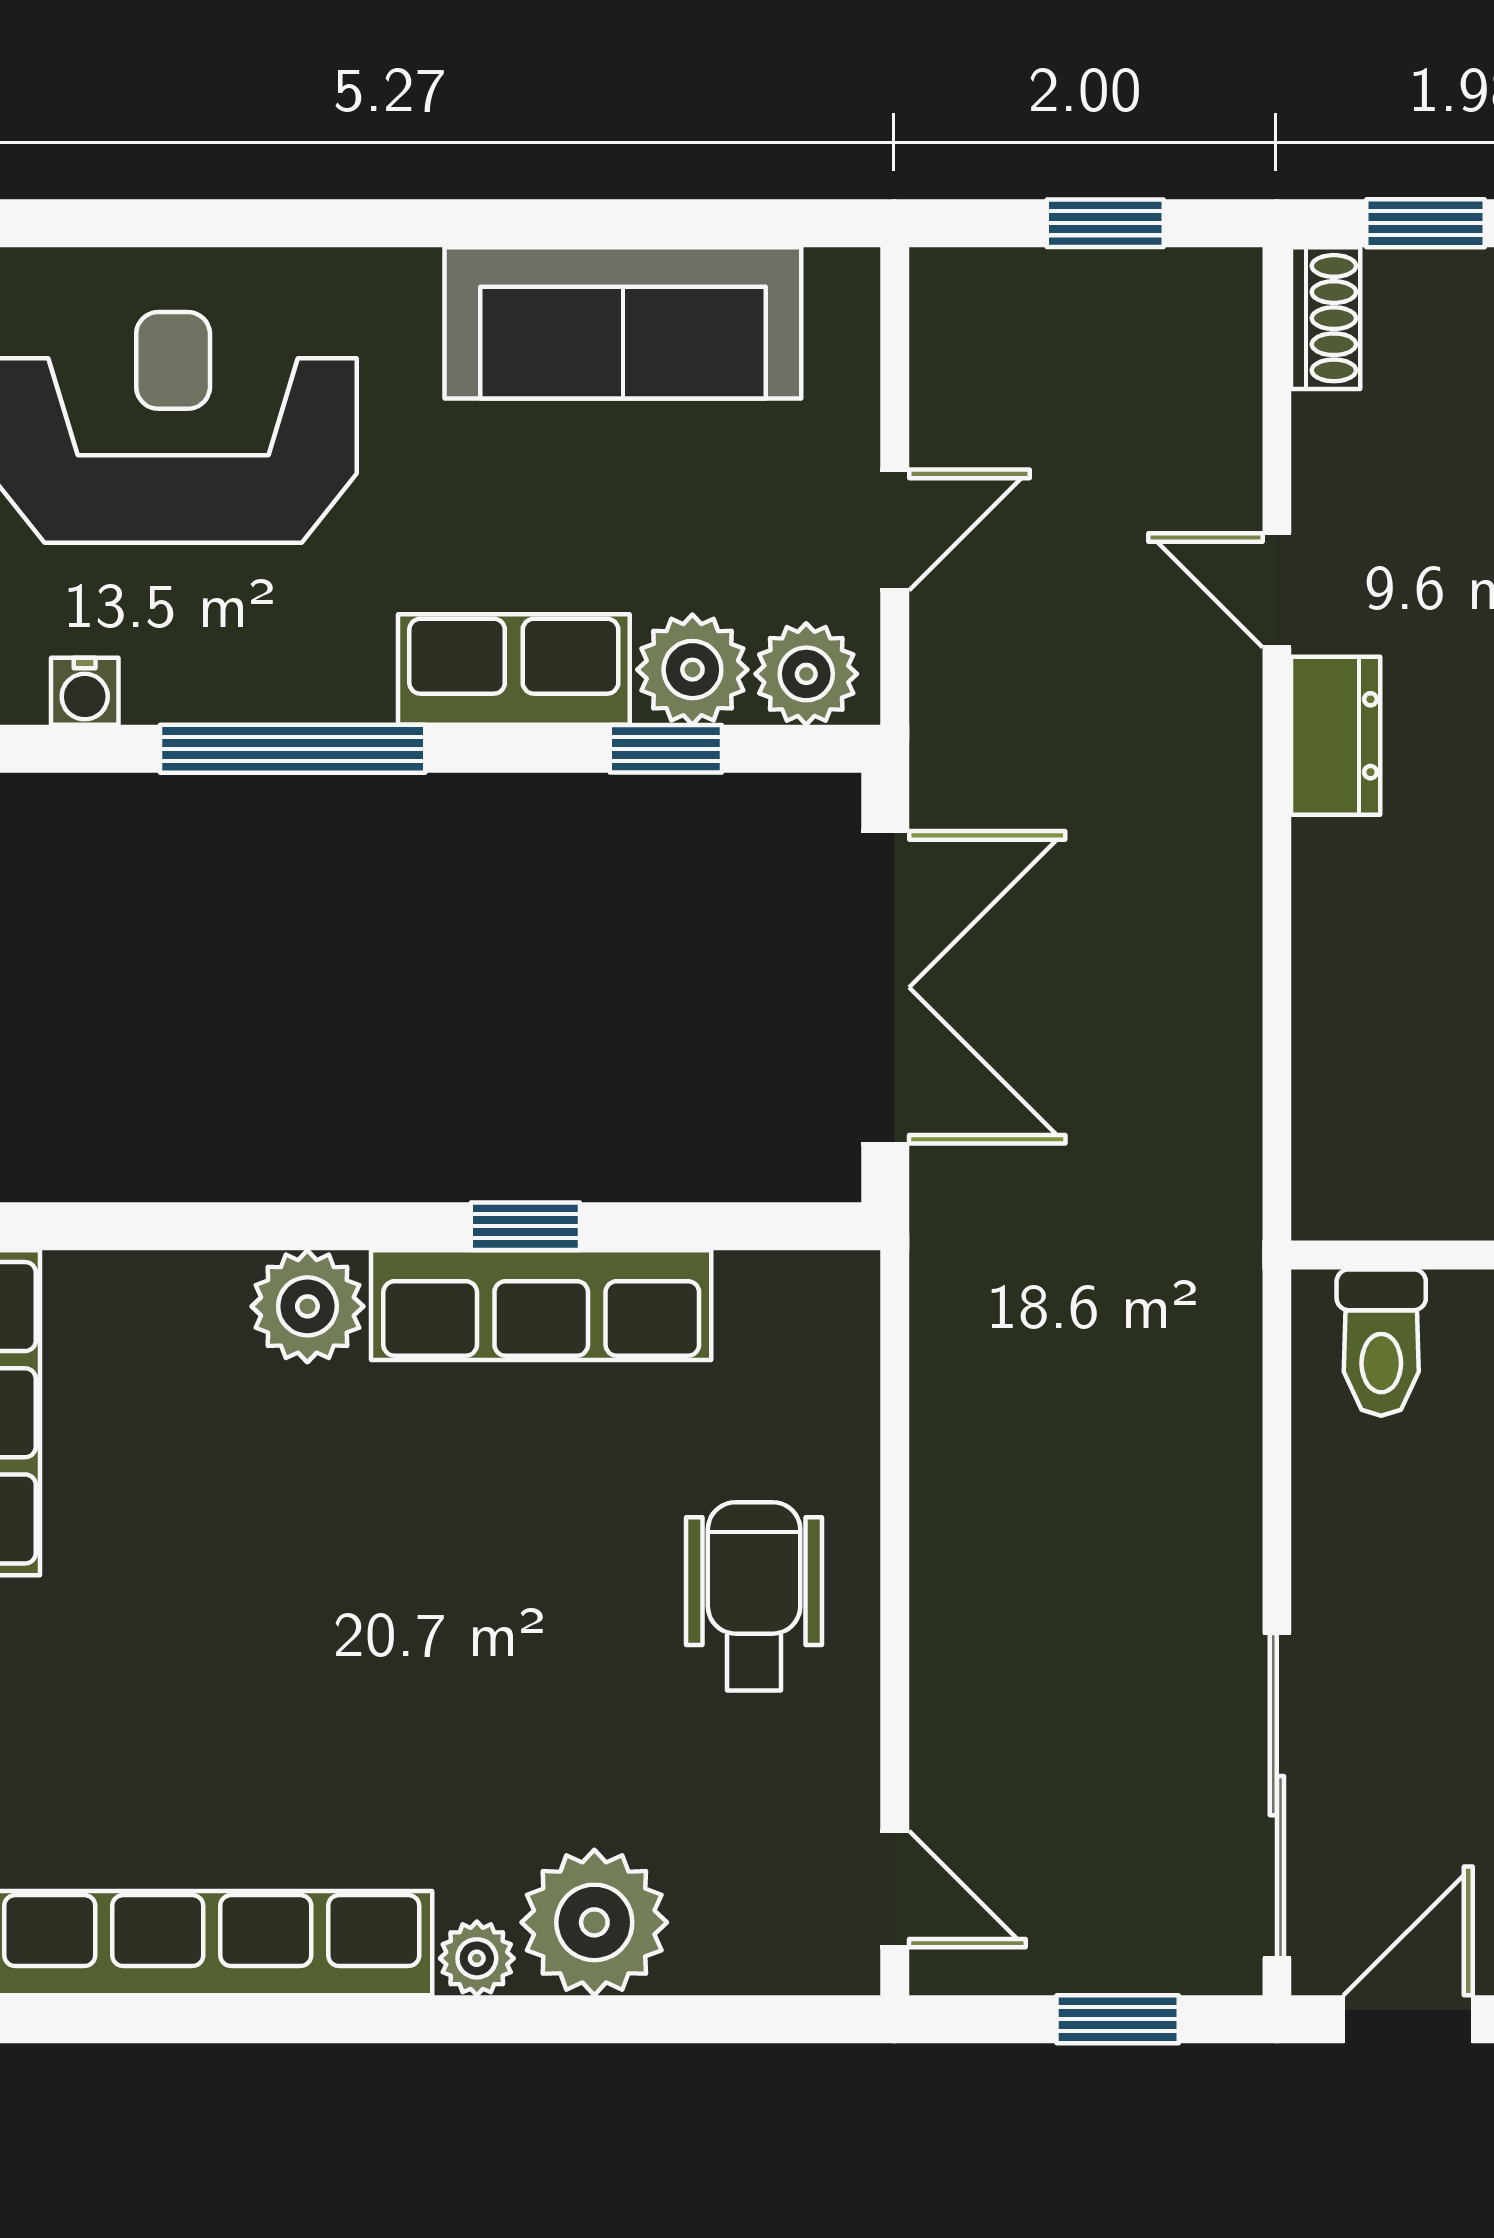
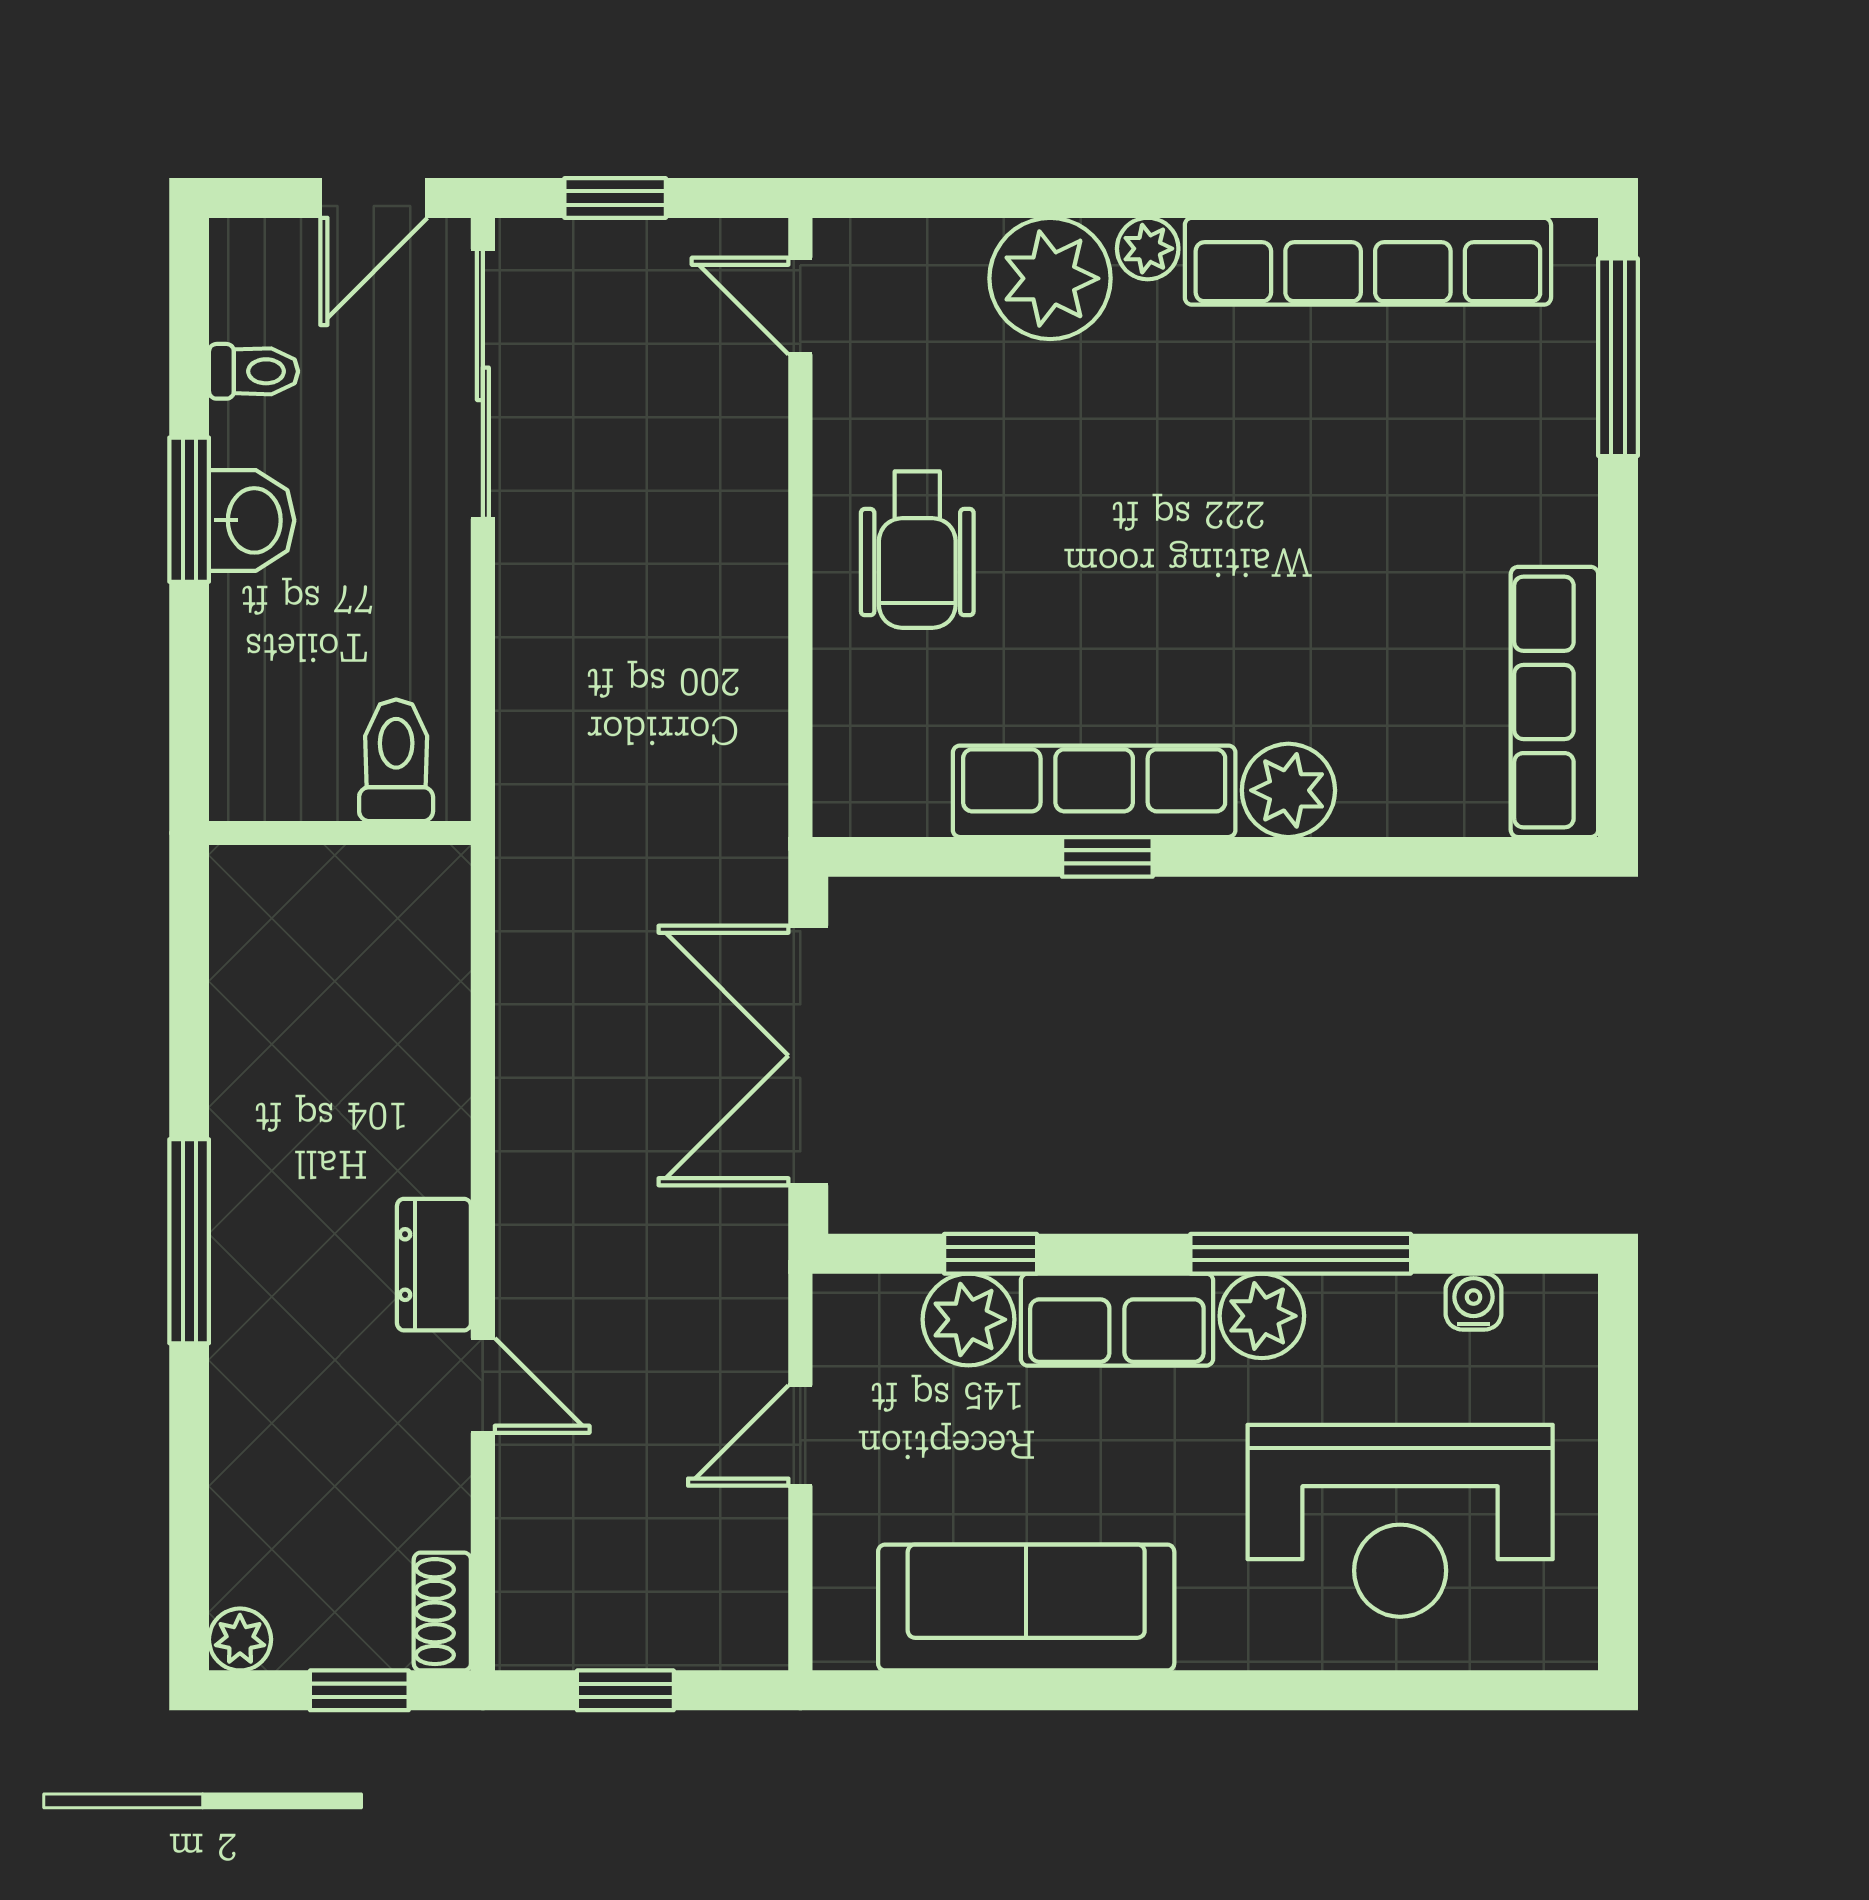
plant: (806, 674) -> (1262, 1316), moved

